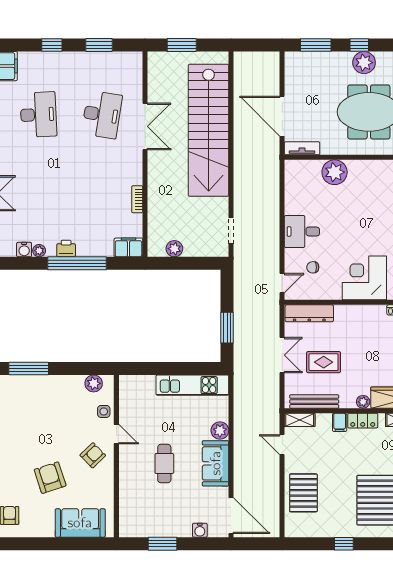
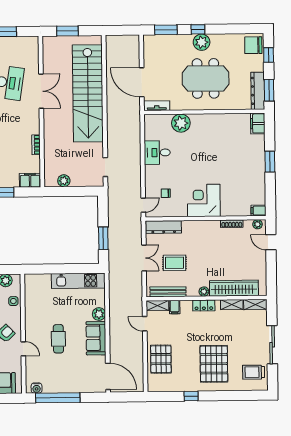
desk: (302, 231) -> (157, 153), moved
filing cabinet: (340, 422) -> (175, 307), moved
door: (116, 434) -> (23, 349), moved
water cooler: (200, 530) -> (37, 388), moved
window: (162, 544) -> (58, 398), width x2.11

